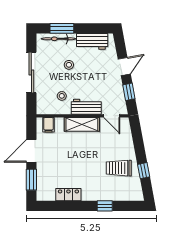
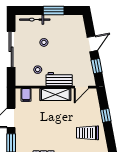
window: (62, 28) -> (54, 10), moved
workbench: (92, 41) -> (64, 22), removed
door: (112, 116) -> (81, 87), hinge flipped
window: (144, 171) -> (106, 115), moved

